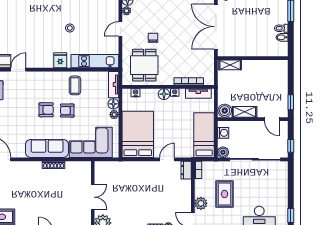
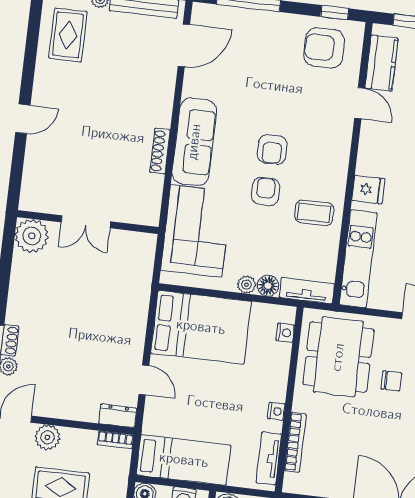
dining table: (144, 65) -> (338, 357), width x1.37
floor lamp: (164, 94) -> (275, 389), removed

